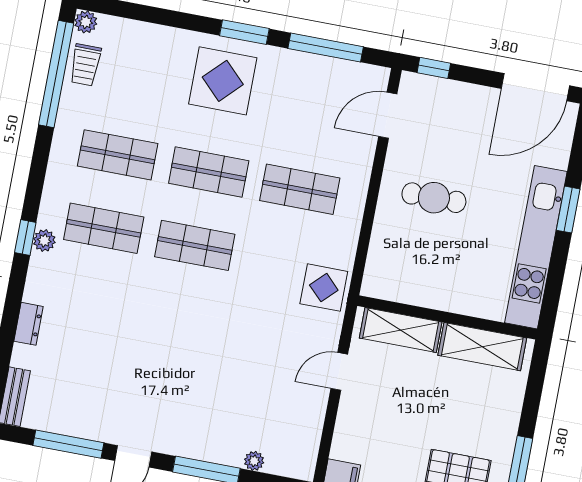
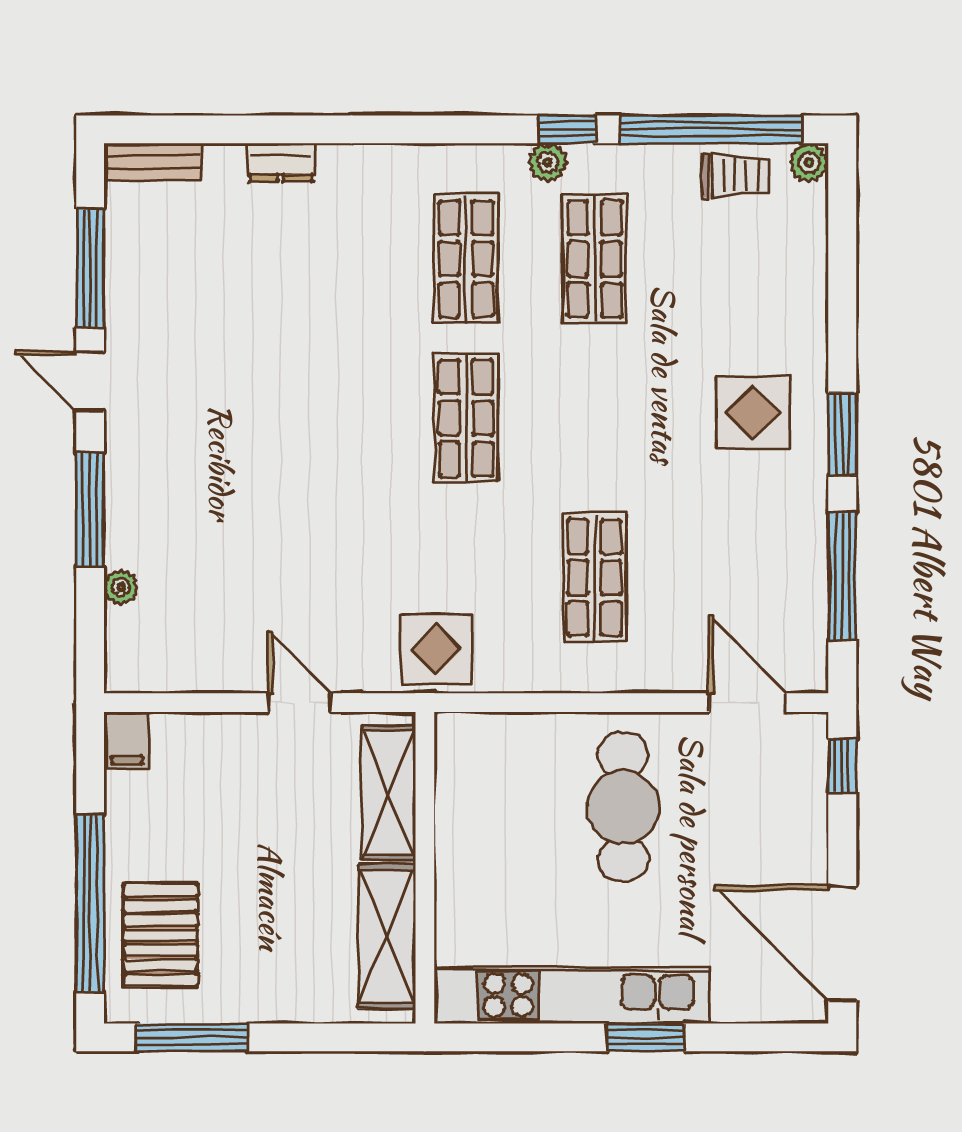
trolley: (85, 65) -> (736, 176), turned 180
display table: (223, 81) -> (753, 413), width x0.73, depth x0.73
shop shelf: (209, 172) -> (595, 418), removed
cafe table: (434, 198) -> (623, 807), width x1.37, depth x1.35
window: (25, 237) -> (567, 129), moved
plant: (44, 240) -> (548, 162), moved

